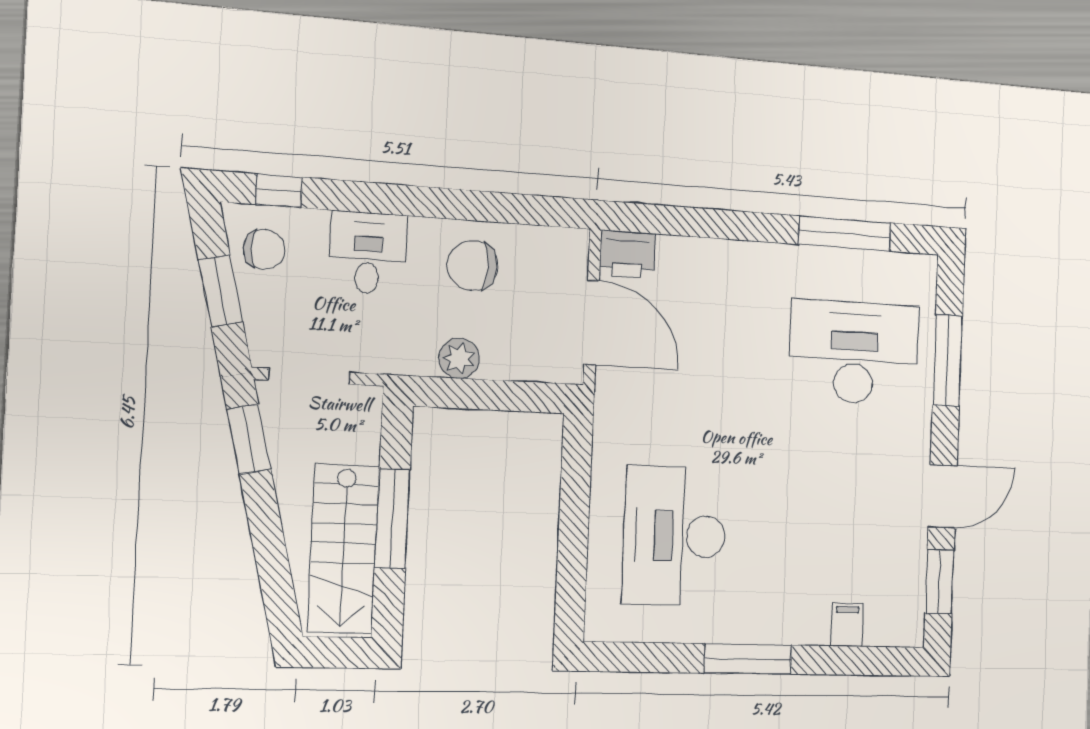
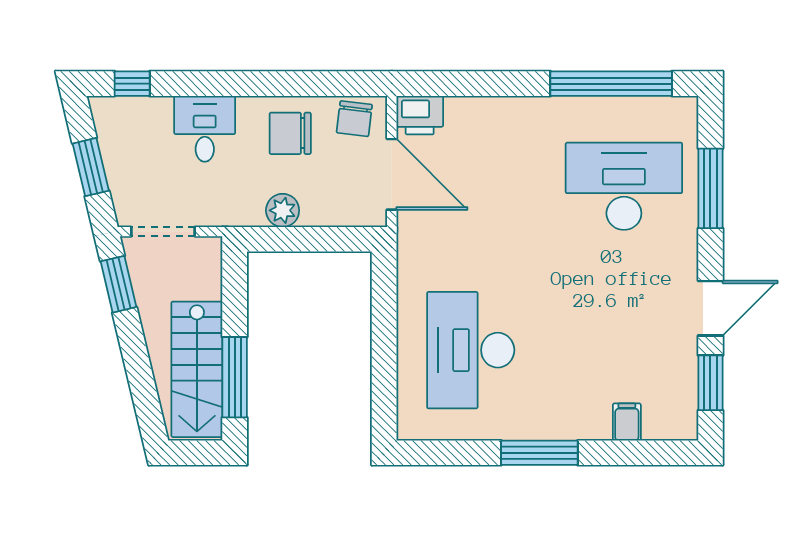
window: (845, 234) -> (611, 84), width x1.46
chair: (264, 249) -> (354, 119), moved, turned 97
window: (392, 519) -> (235, 377), moved

